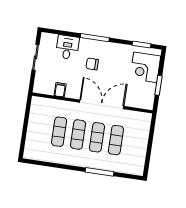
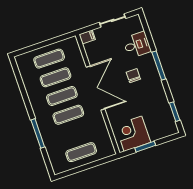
corner desk: (145, 67) -> (133, 134), moved
filing cabinet: (60, 90) -> (87, 37), moved
double door: (102, 104) -> (96, 88), moved
exercise mat: (40, 129) -> (49, 59), added
exercise mat: (116, 140) -> (81, 152), moved

